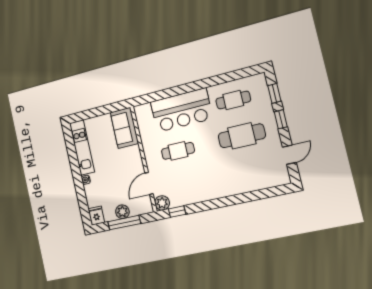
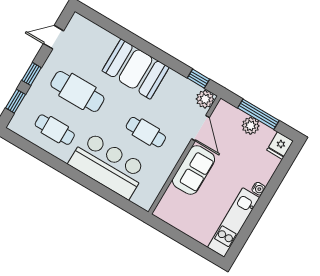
sofa: (124, 128) -> (194, 170), moved
door: (149, 183) -> (200, 128), hinge flipped
booth: (220, 183) -> (136, 69), added

